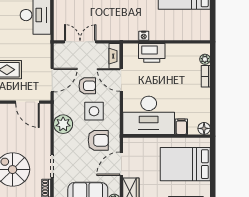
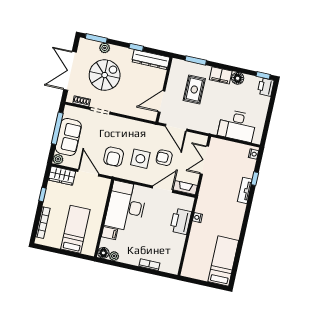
double door: (80, 42) -> (204, 160), swing flipped
plant: (205, 59) -> (114, 256), moved
armchair: (87, 86) -> (164, 158), turned 90
plant: (63, 124) -> (135, 129), removed
bed: (185, 164) -> (75, 229), width x0.67

